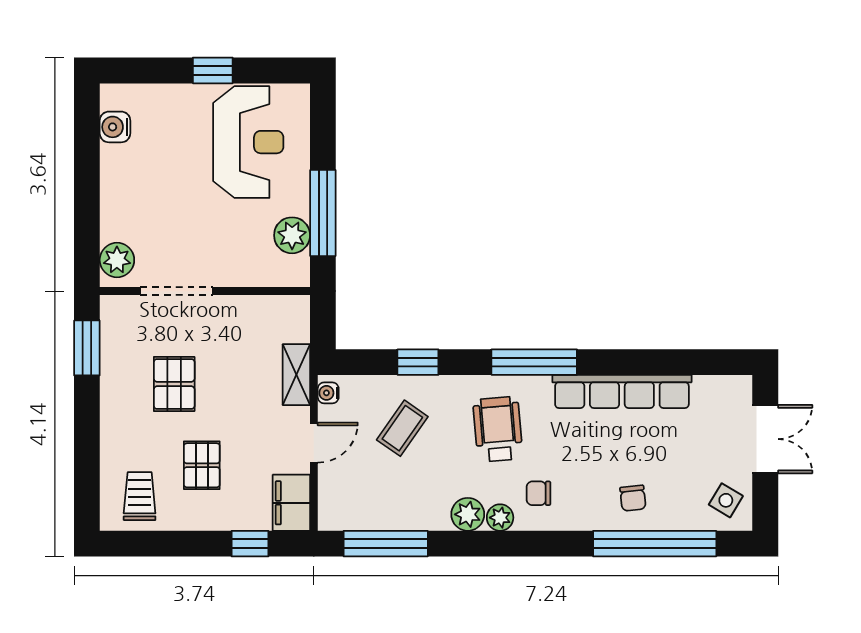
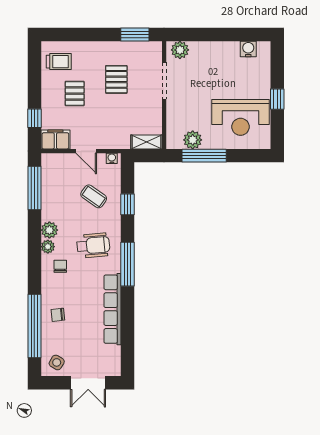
shelving: (296, 375) -> (146, 142), moved
pallet: (174, 384) -> (116, 79), turned 90
pallet: (202, 465) -> (75, 94), turned 90

